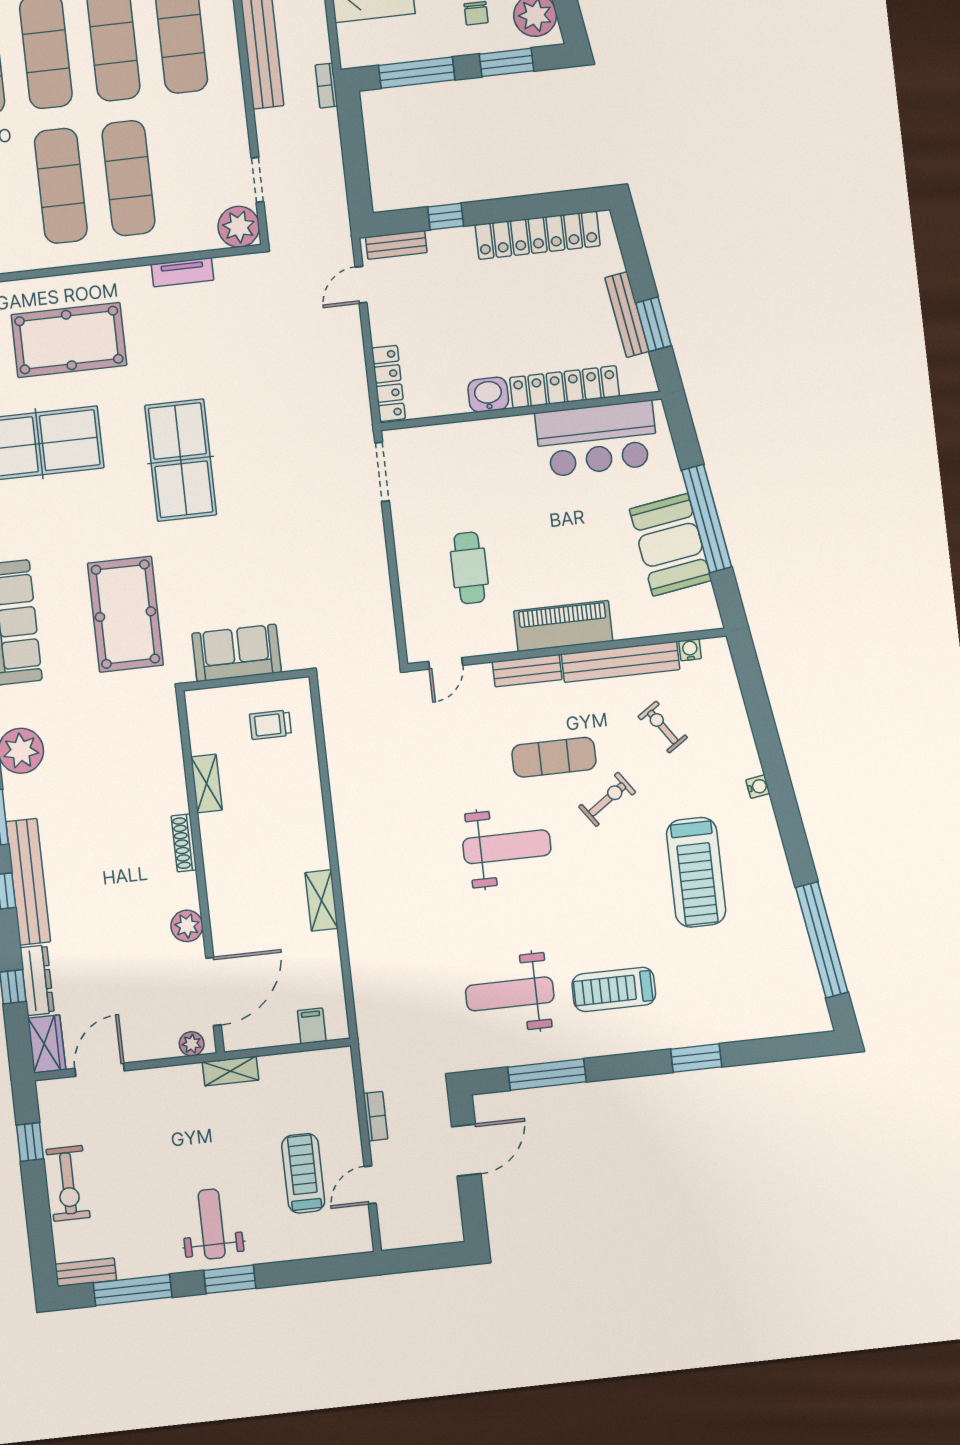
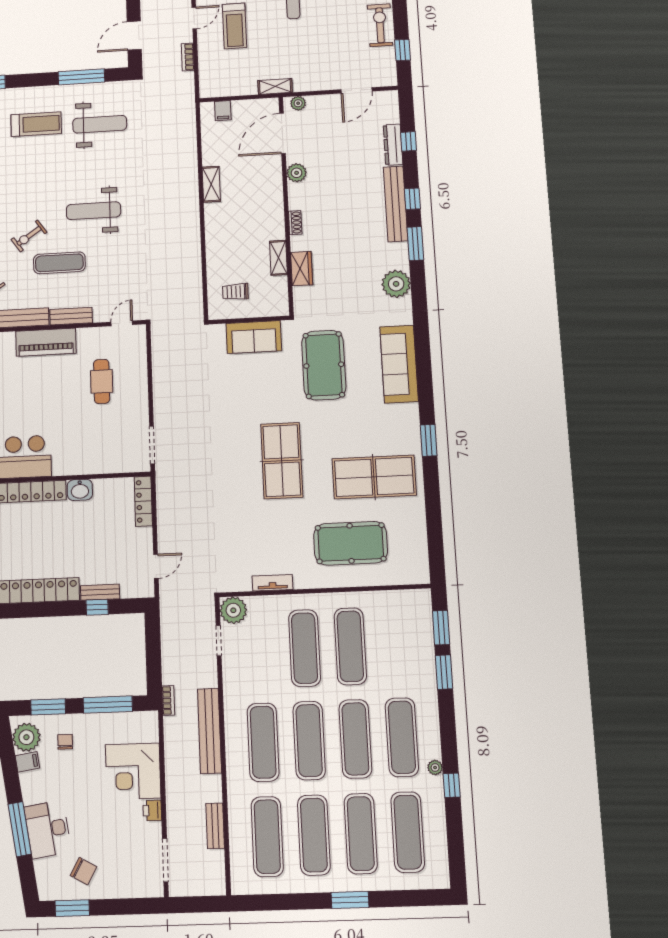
bench: (396, 245) -> (100, 592), moved
trolley: (270, 725) -> (235, 292), turned 180
shoe rack: (184, 843) -> (295, 223), width x0.70
wardrobe: (47, 1044) -> (302, 269), moved, turned 180

